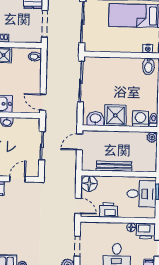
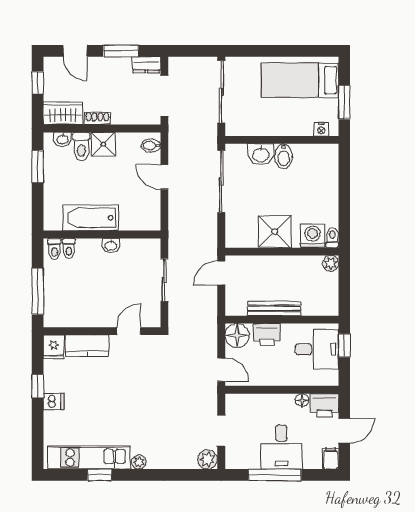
bidet: (148, 66) -> (284, 156), moved
door: (43, 102) -> (164, 177), moved
washbasin: (95, 119) -> (261, 154), moved, turned 180
printer: (108, 210) -> (267, 334), moved, turned 180

